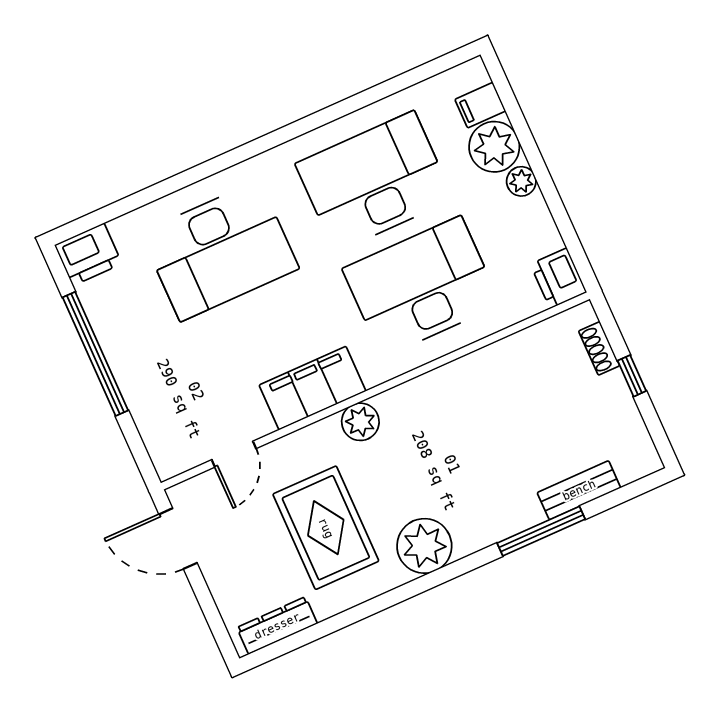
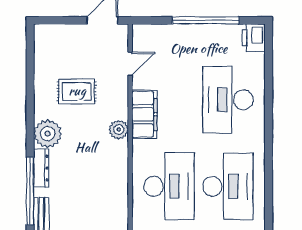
door: (234, 454) -> (130, 64), swing flipped
rug: (326, 528) -> (77, 91), width x0.73, depth x0.70
window: (541, 531) -> (30, 191), width x1.46
dresser: (277, 626) -> (41, 168), moved

